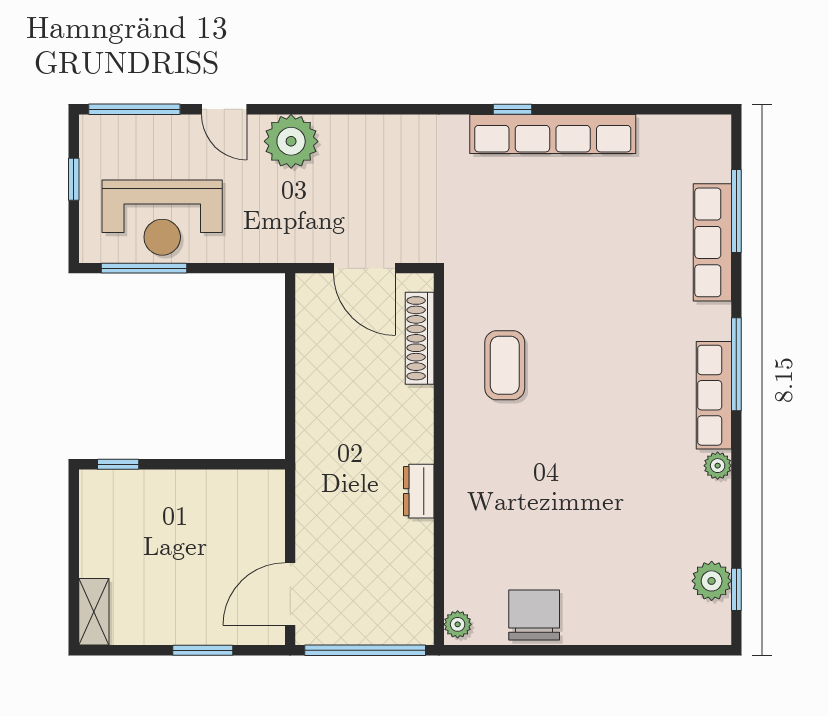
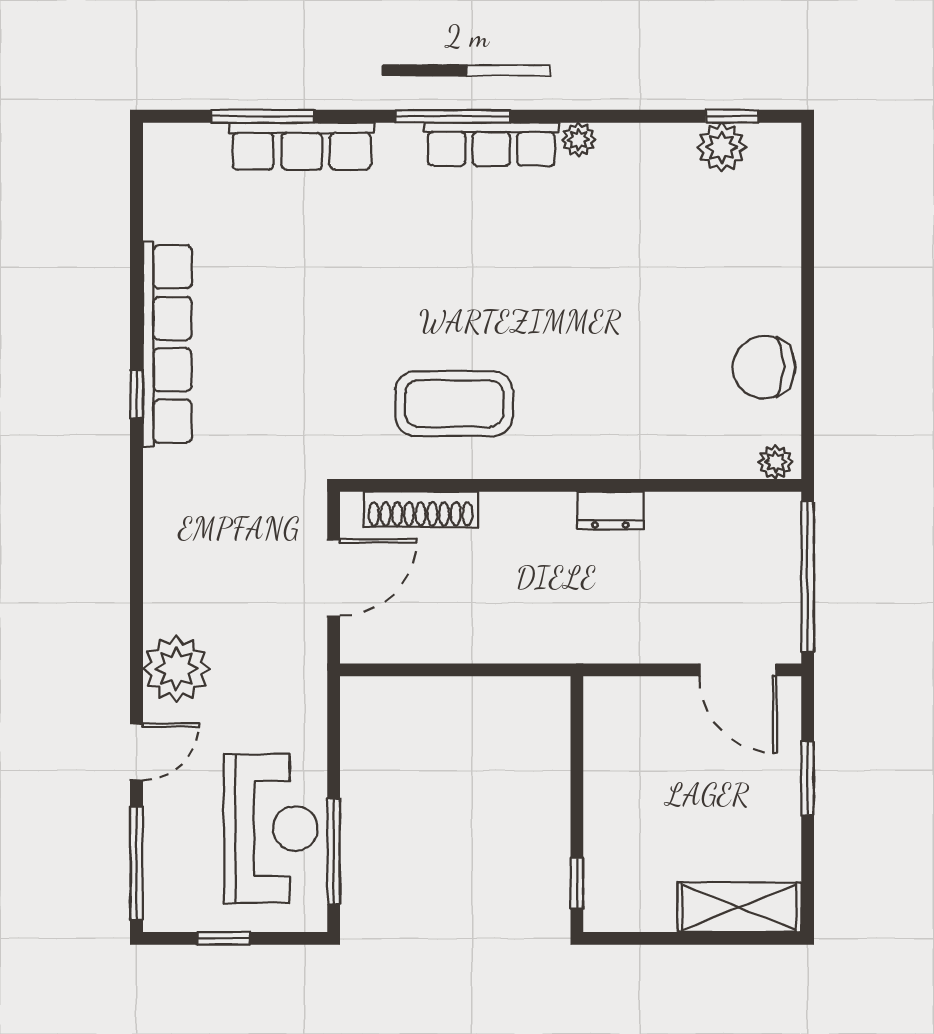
coffee table: (505, 365) -> (454, 404), width x1.36, depth x1.32
shelving: (94, 612) -> (739, 907), width x1.50, depth x1.33

